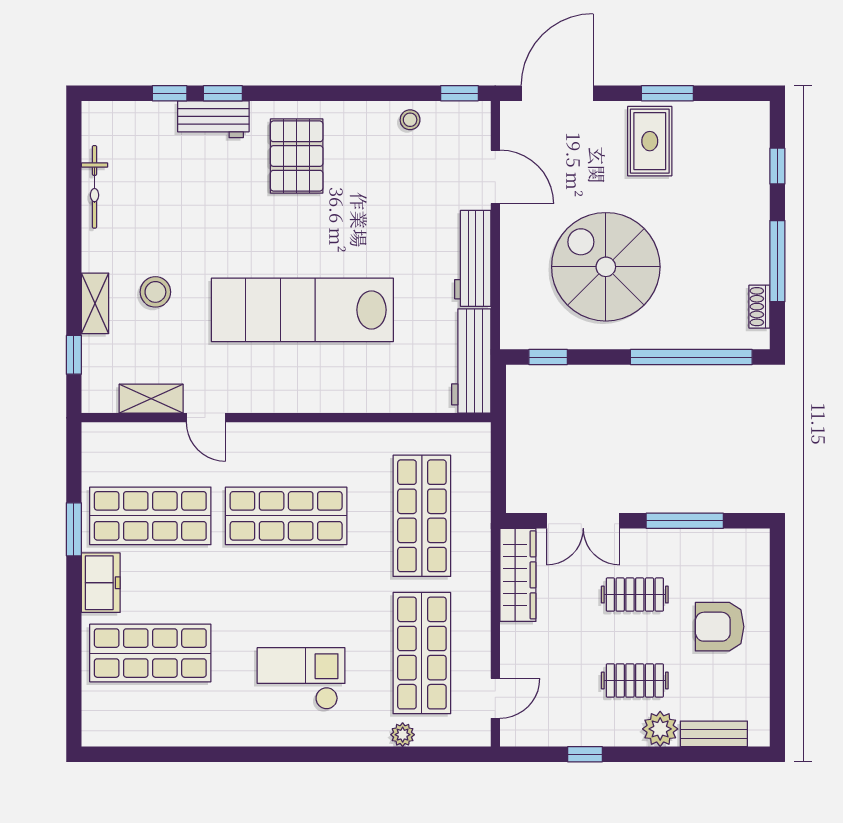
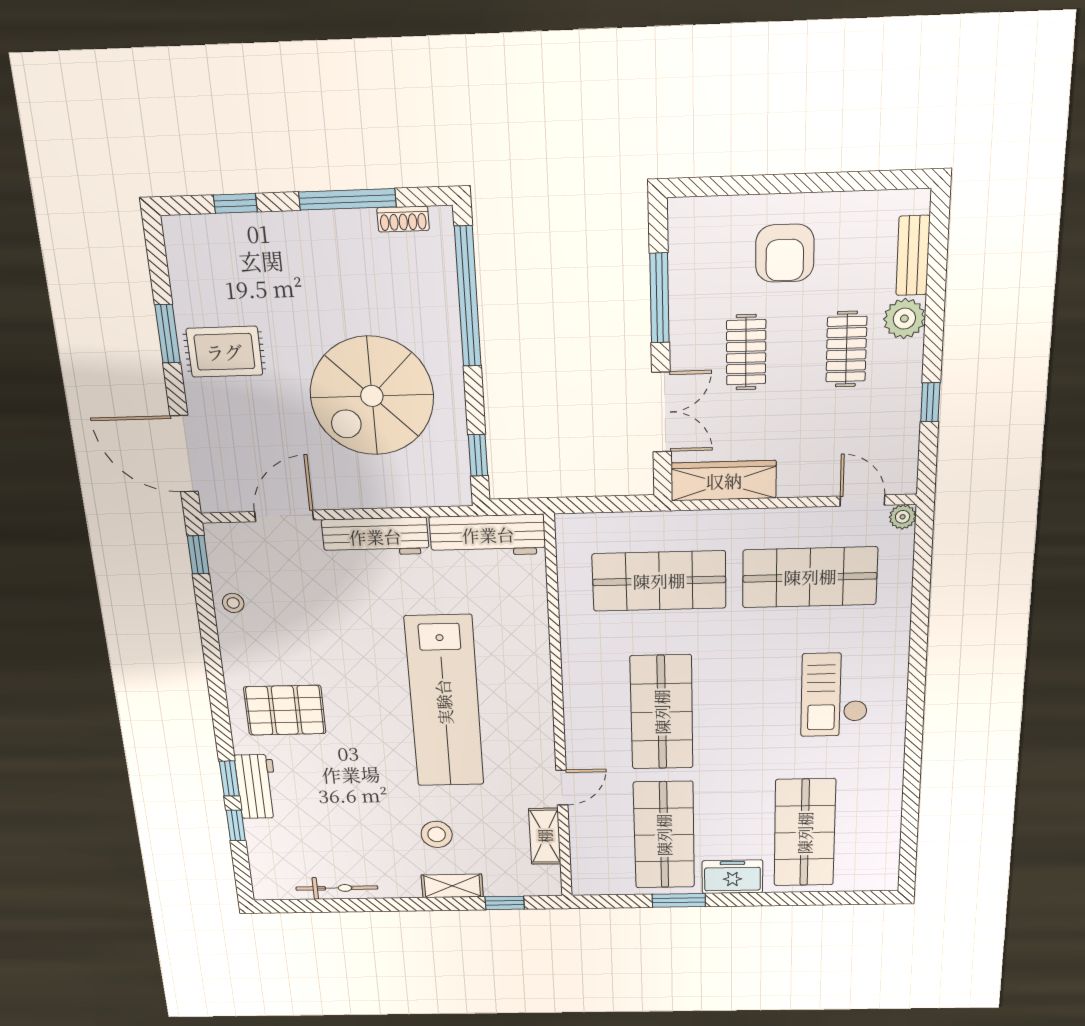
plant: (403, 735) -> (903, 517), moved

